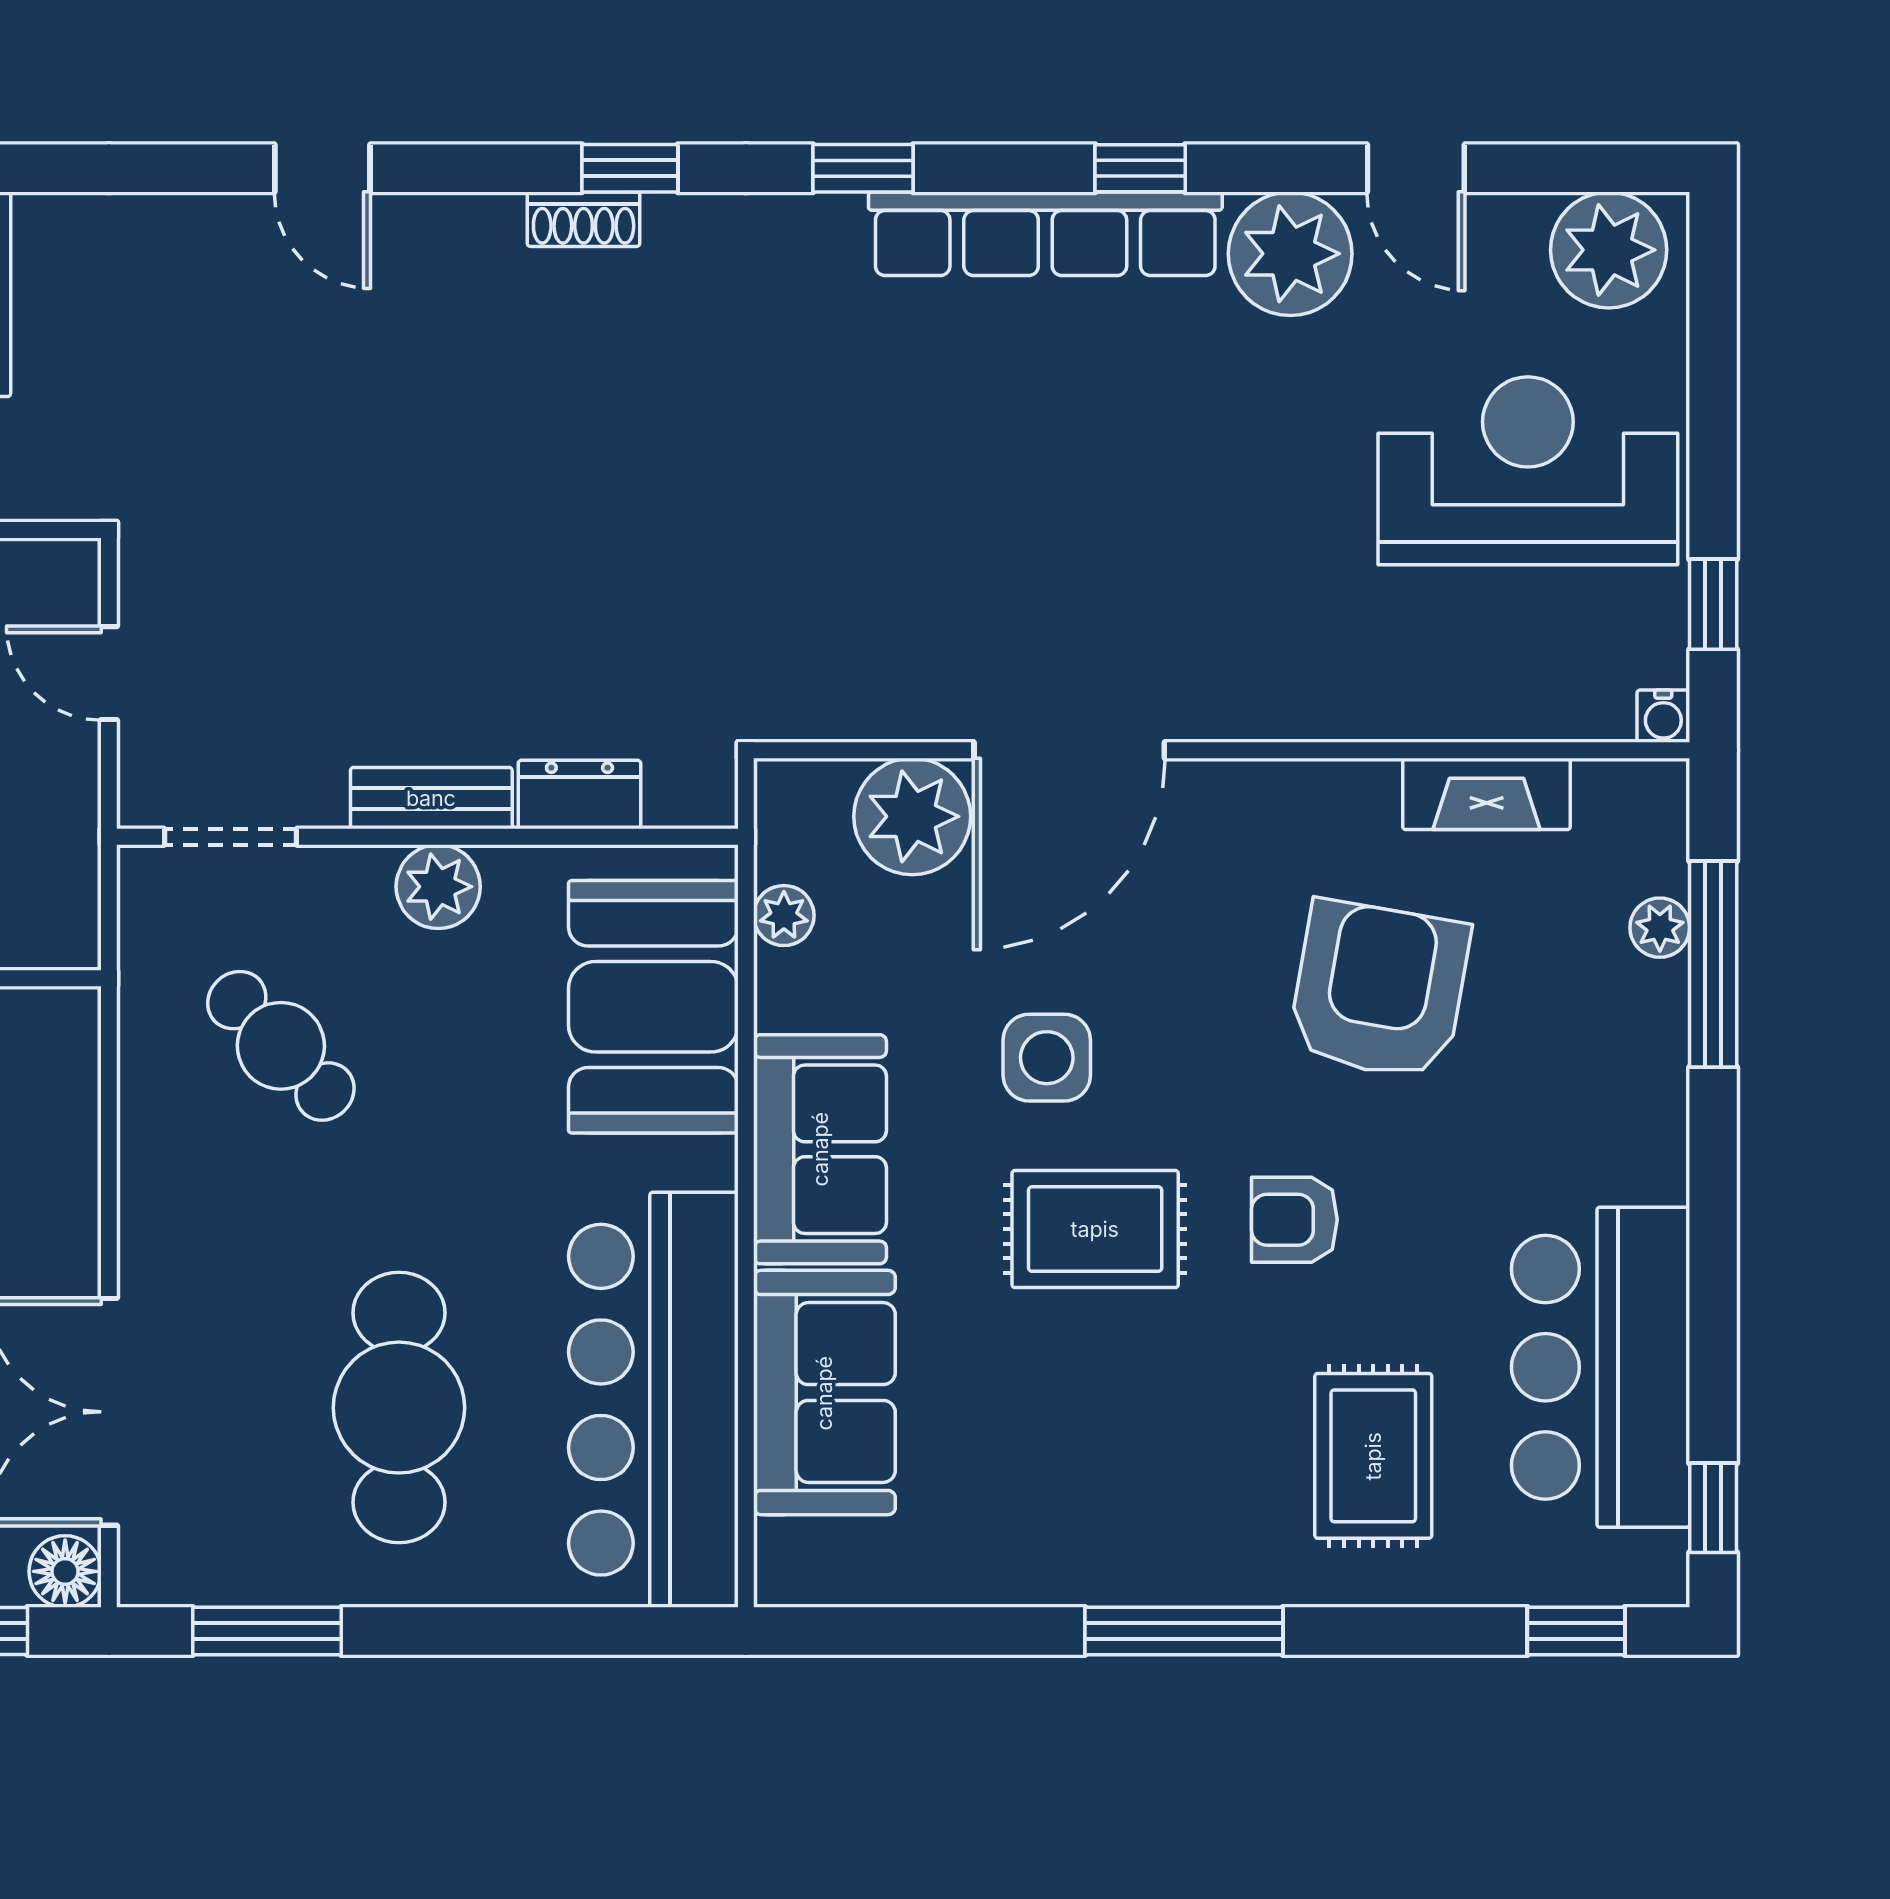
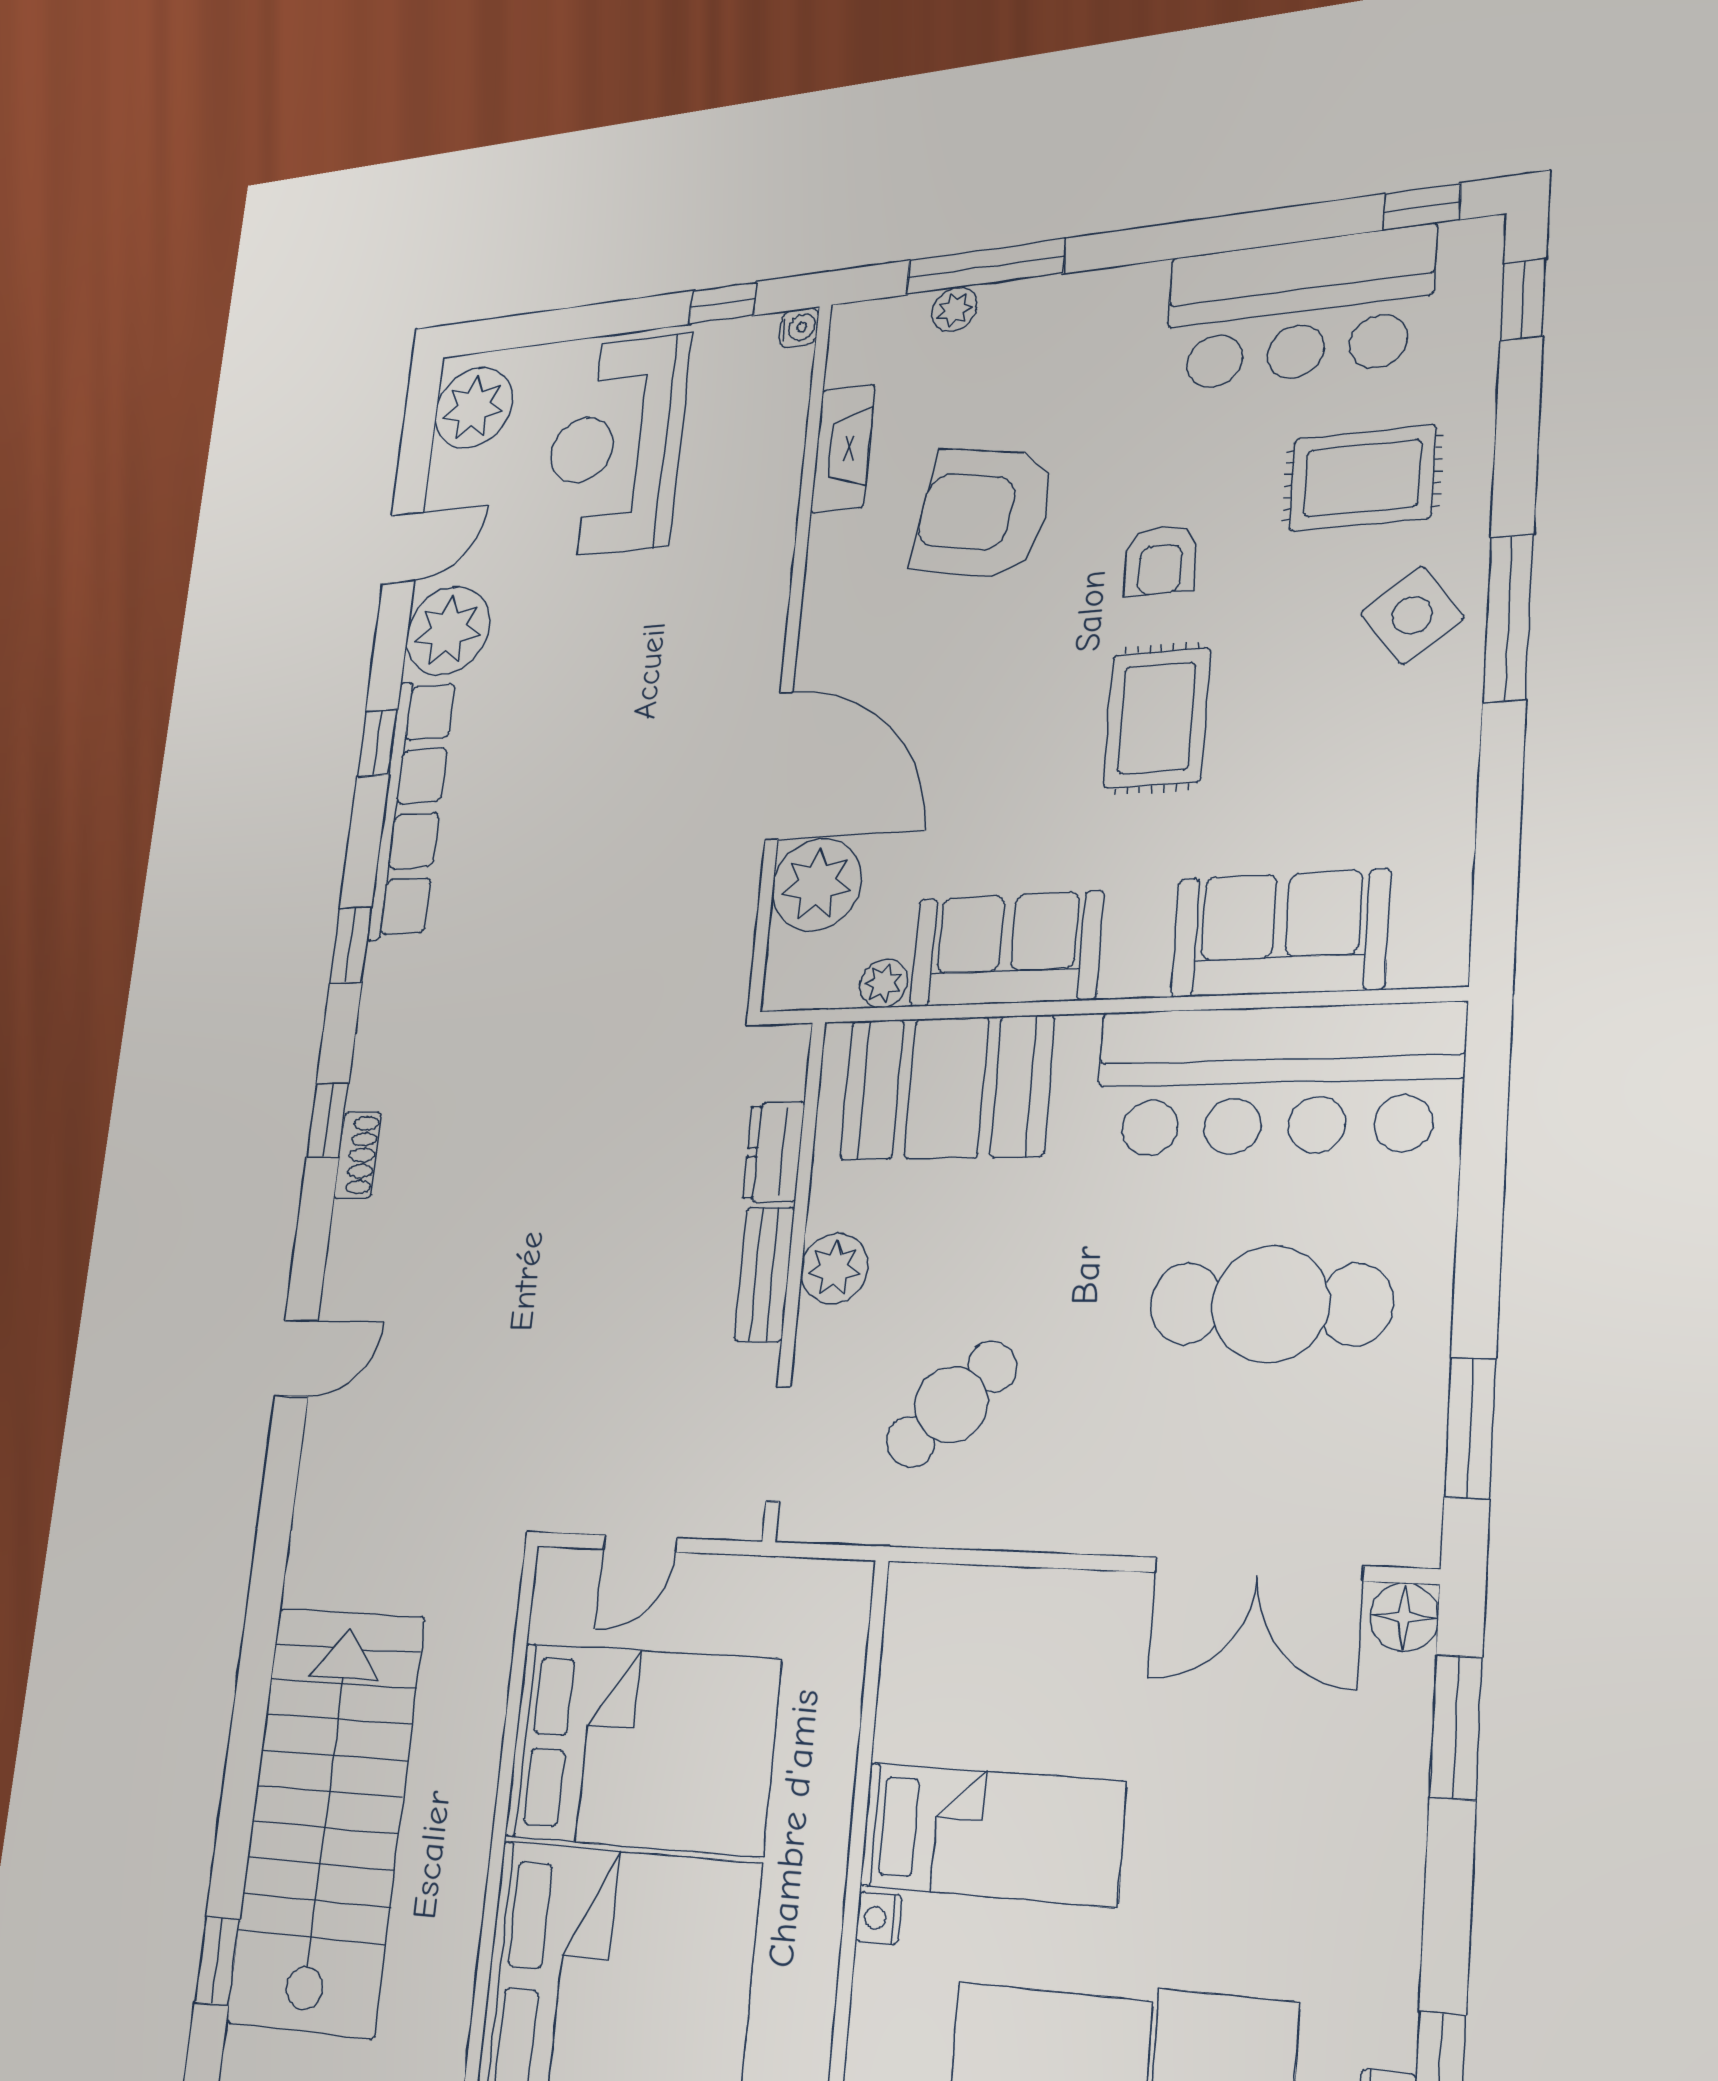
side table: (1047, 1058) -> (1412, 615), moved, turned -37
sofa: (820, 1149) -> (1006, 949), moved

